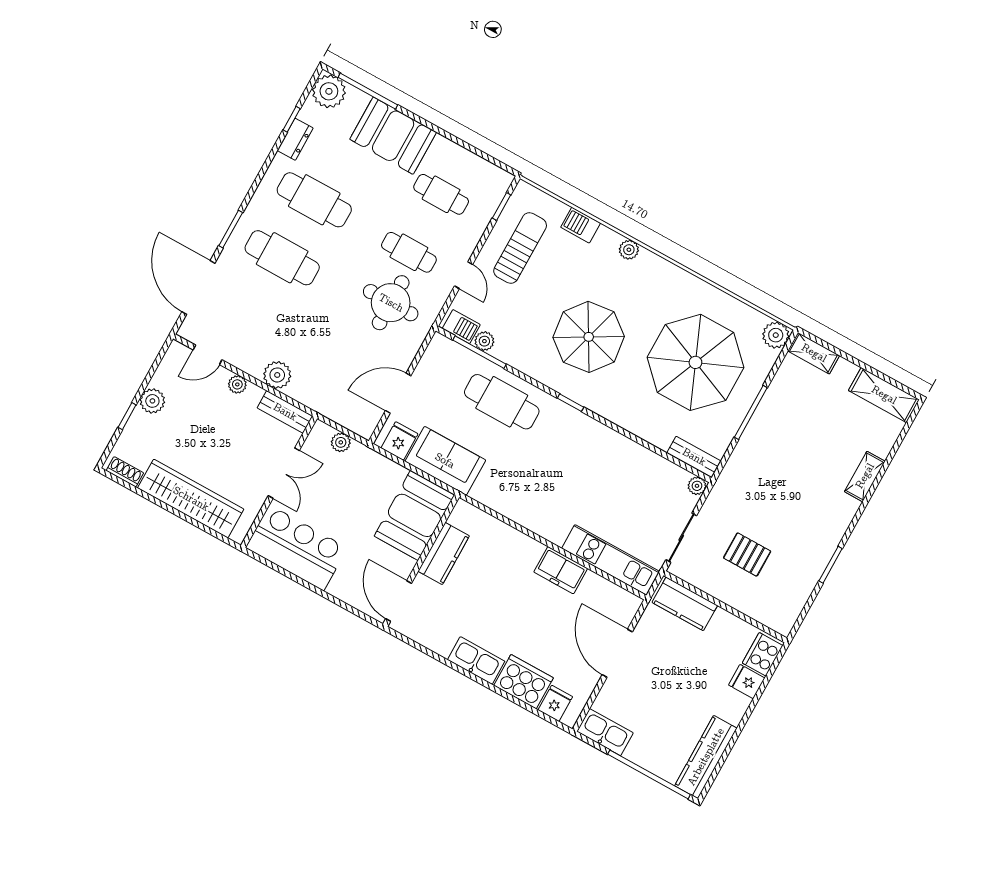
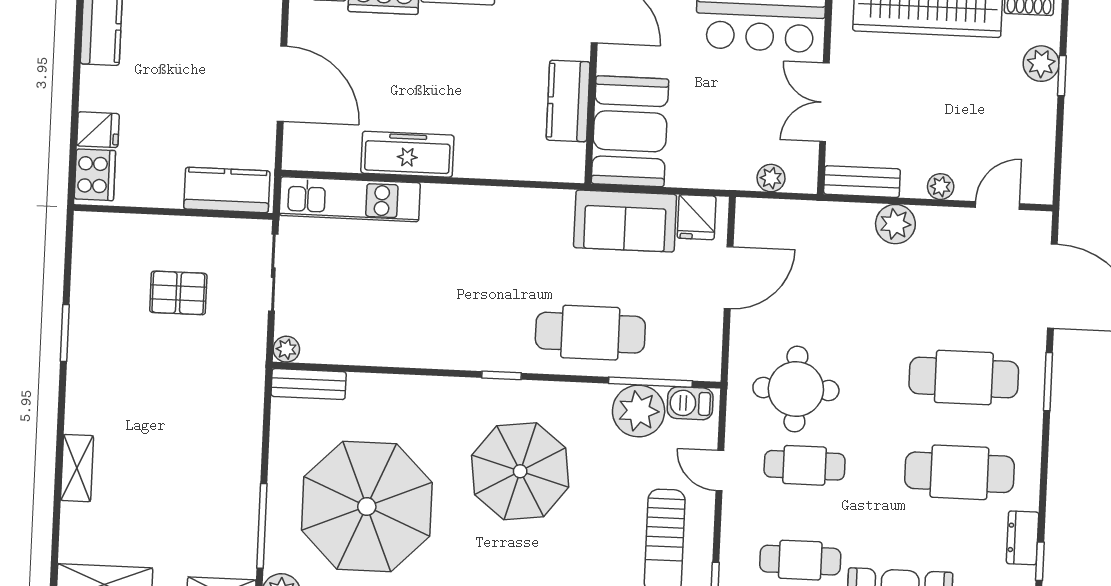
plant: (484, 341) -> (639, 411), width x1.88, depth x1.88
plant: (152, 401) -> (1041, 64), moved
window: (751, 412) -> (262, 526), moved
freezer: (561, 570) -> (407, 154), width x1.40

